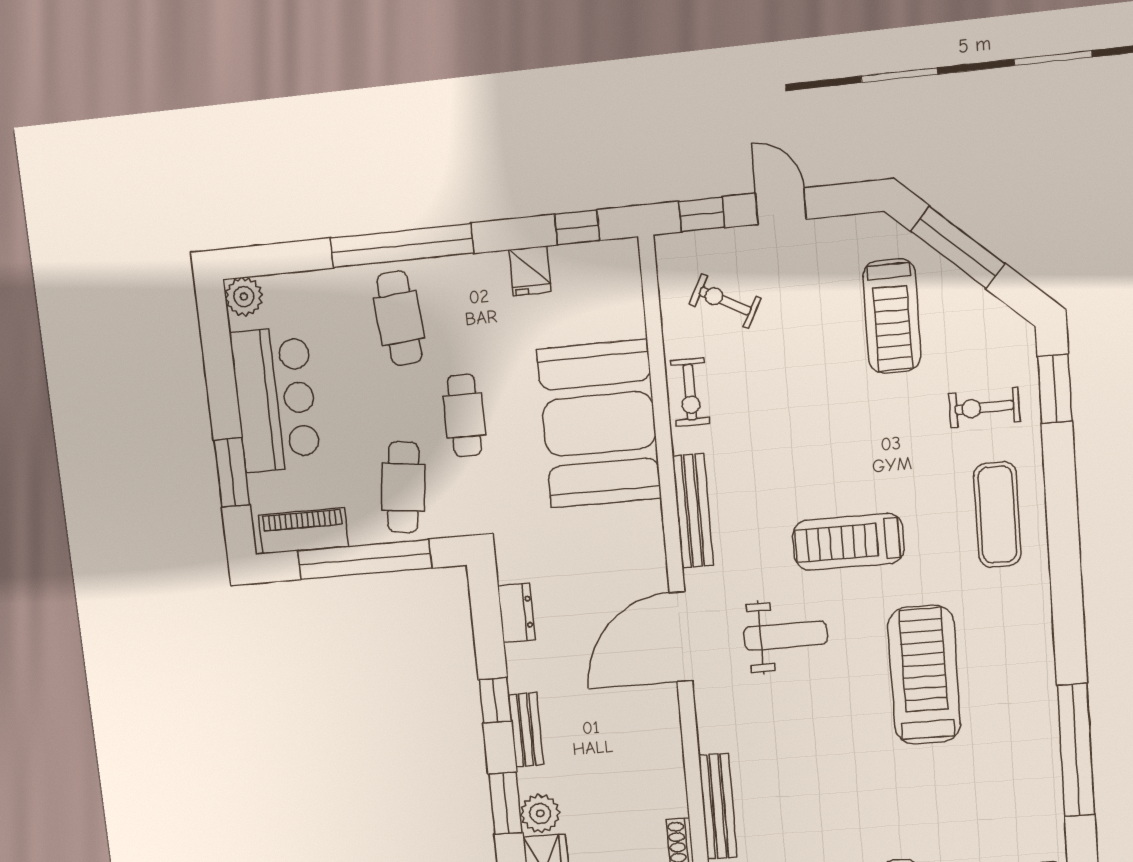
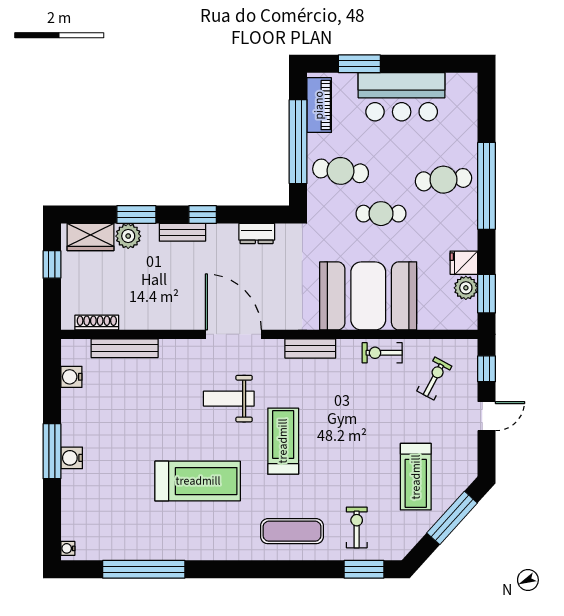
window: (577, 227) -> (487, 294), width x1.50
plant: (244, 297) -> (466, 288), moved
treadmill: (892, 316) -> (416, 477), turned -90
bench: (693, 511) -> (310, 348), width x0.73
weight bench: (786, 636) -> (229, 399), turned 90

